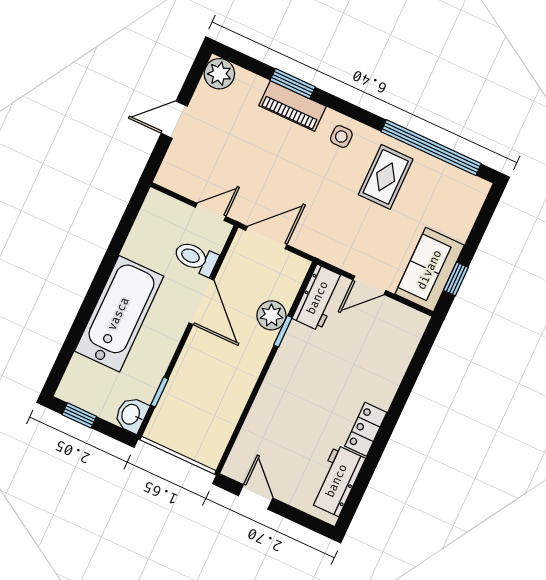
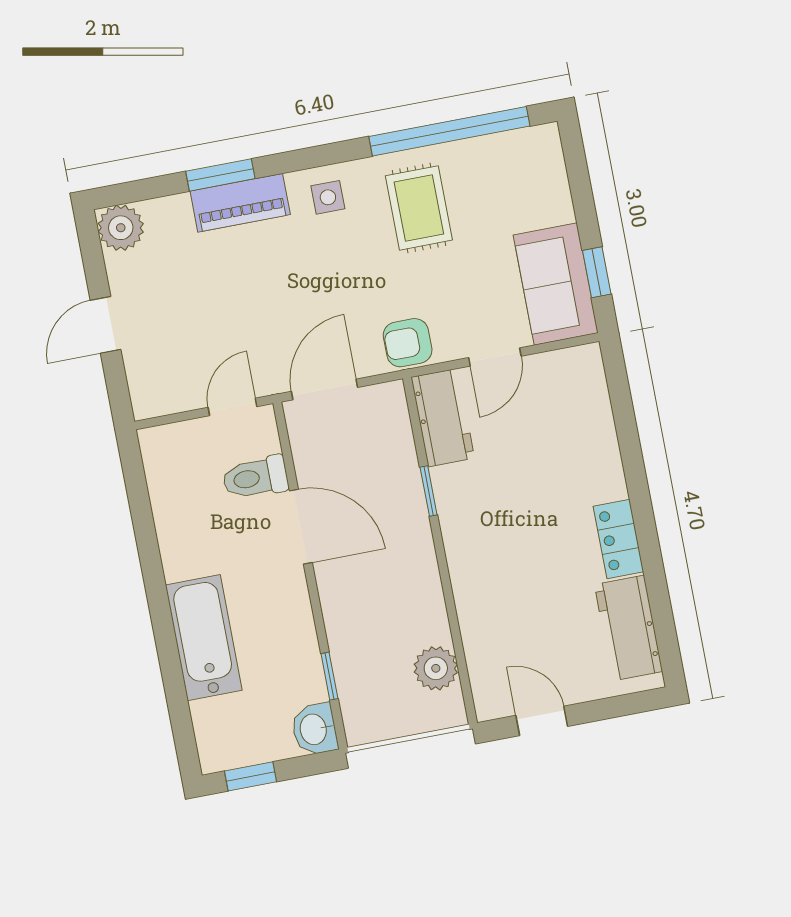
armchair: (328, 244) -> (408, 343), added
bathtub: (119, 314) -> (204, 638), width x0.73, depth x0.73
plant: (271, 315) -> (436, 668), moved

